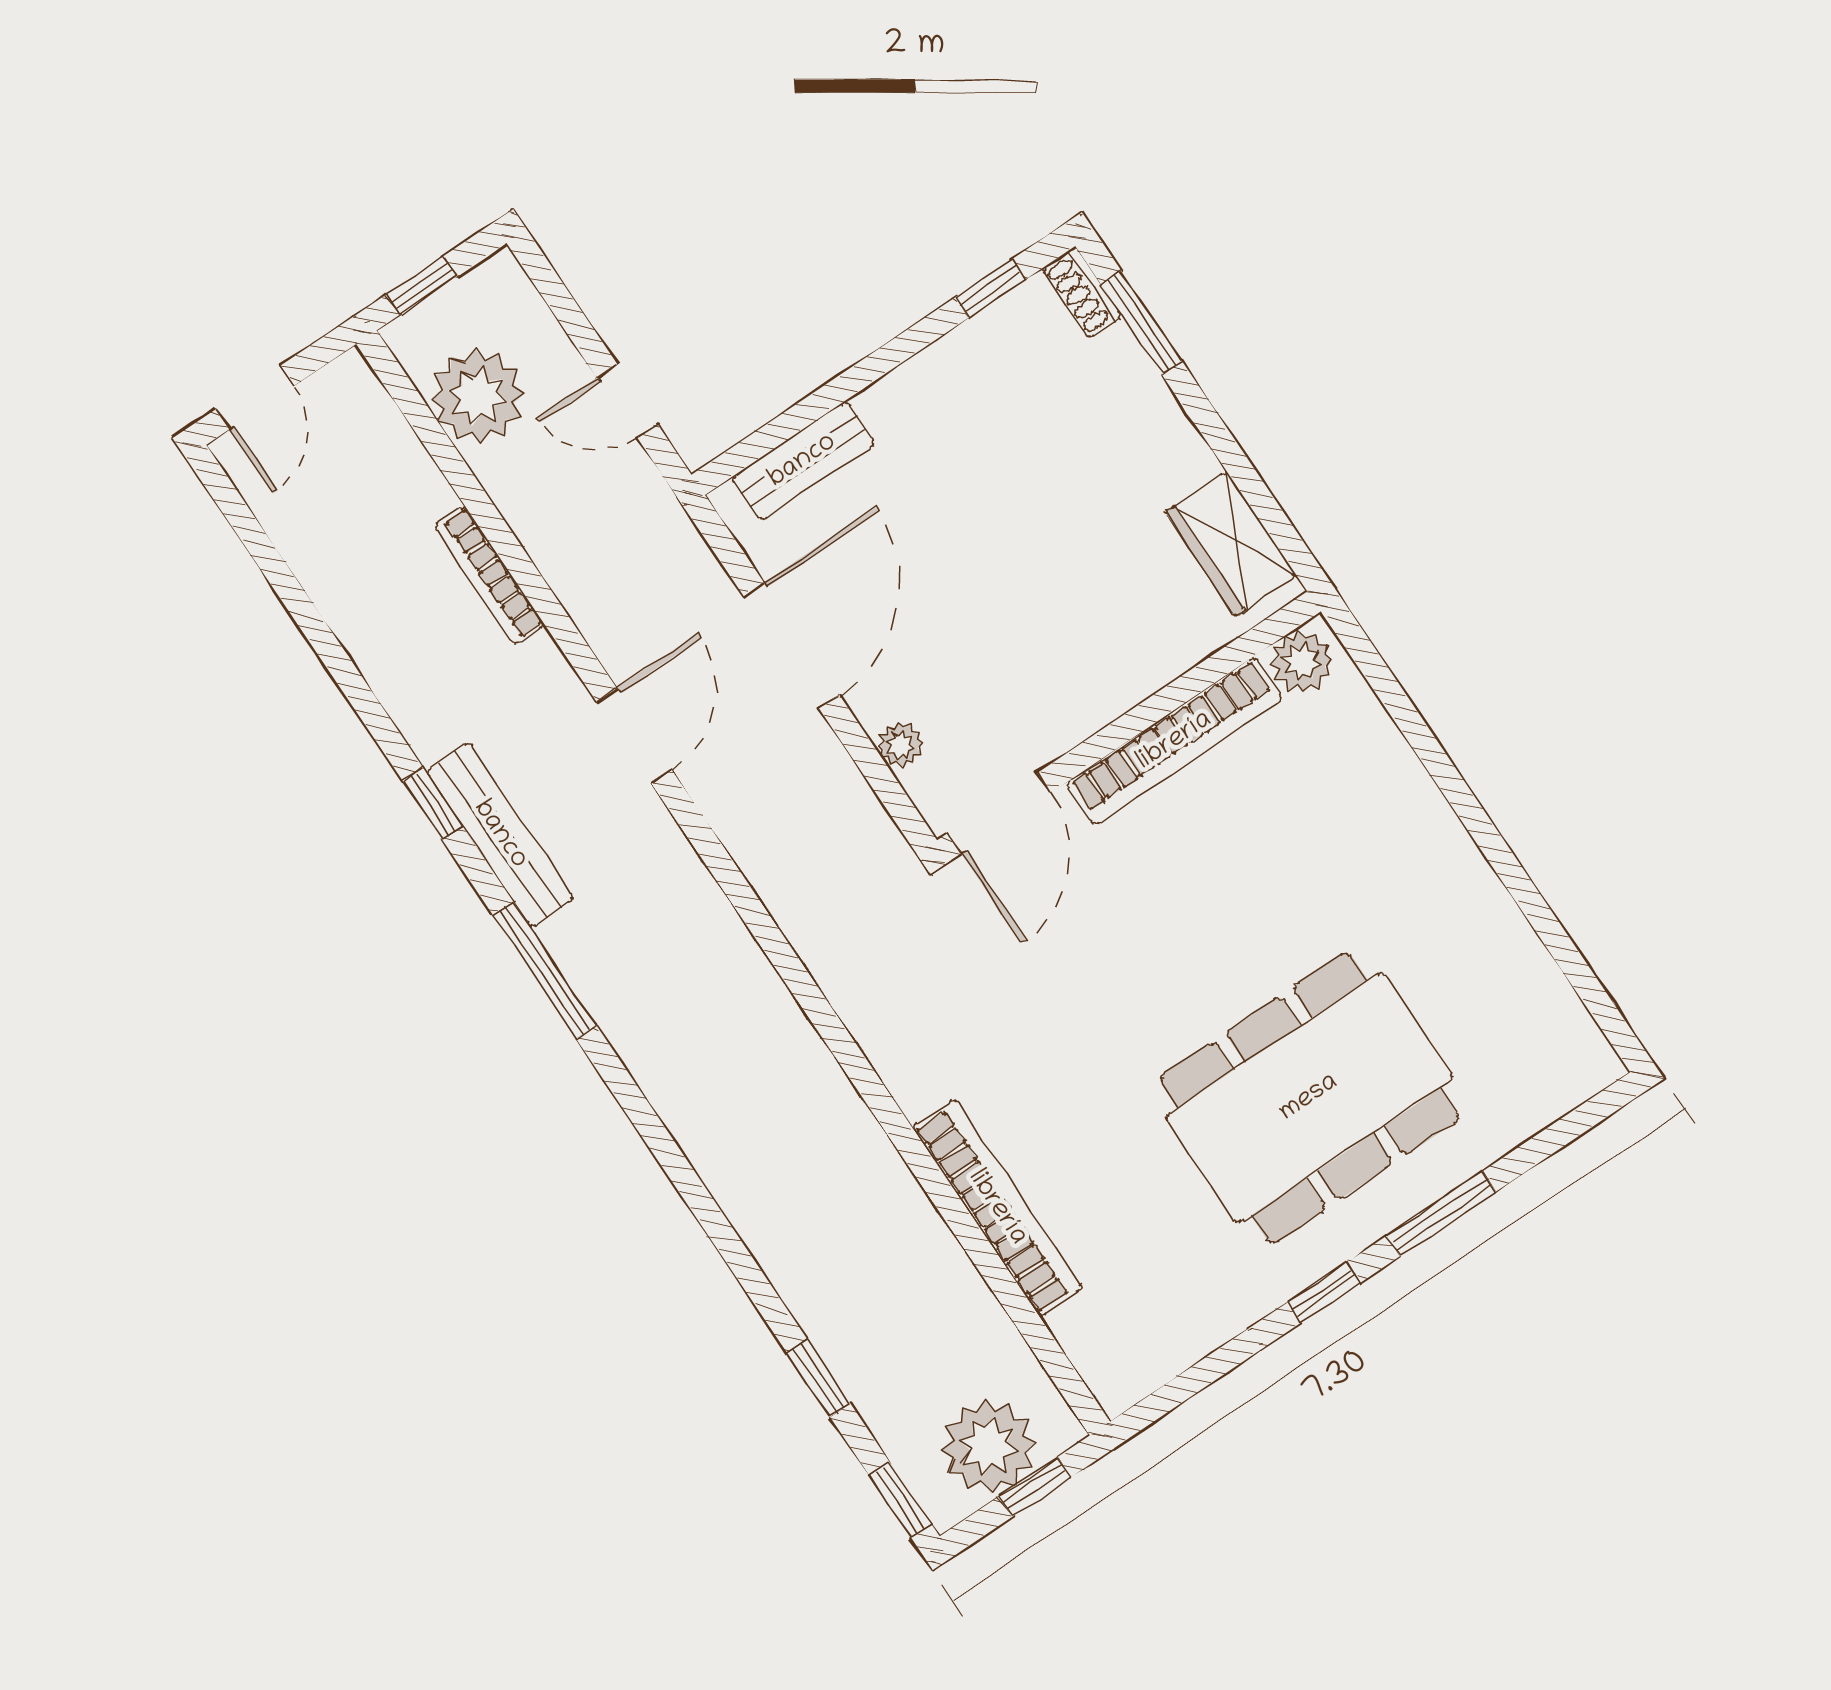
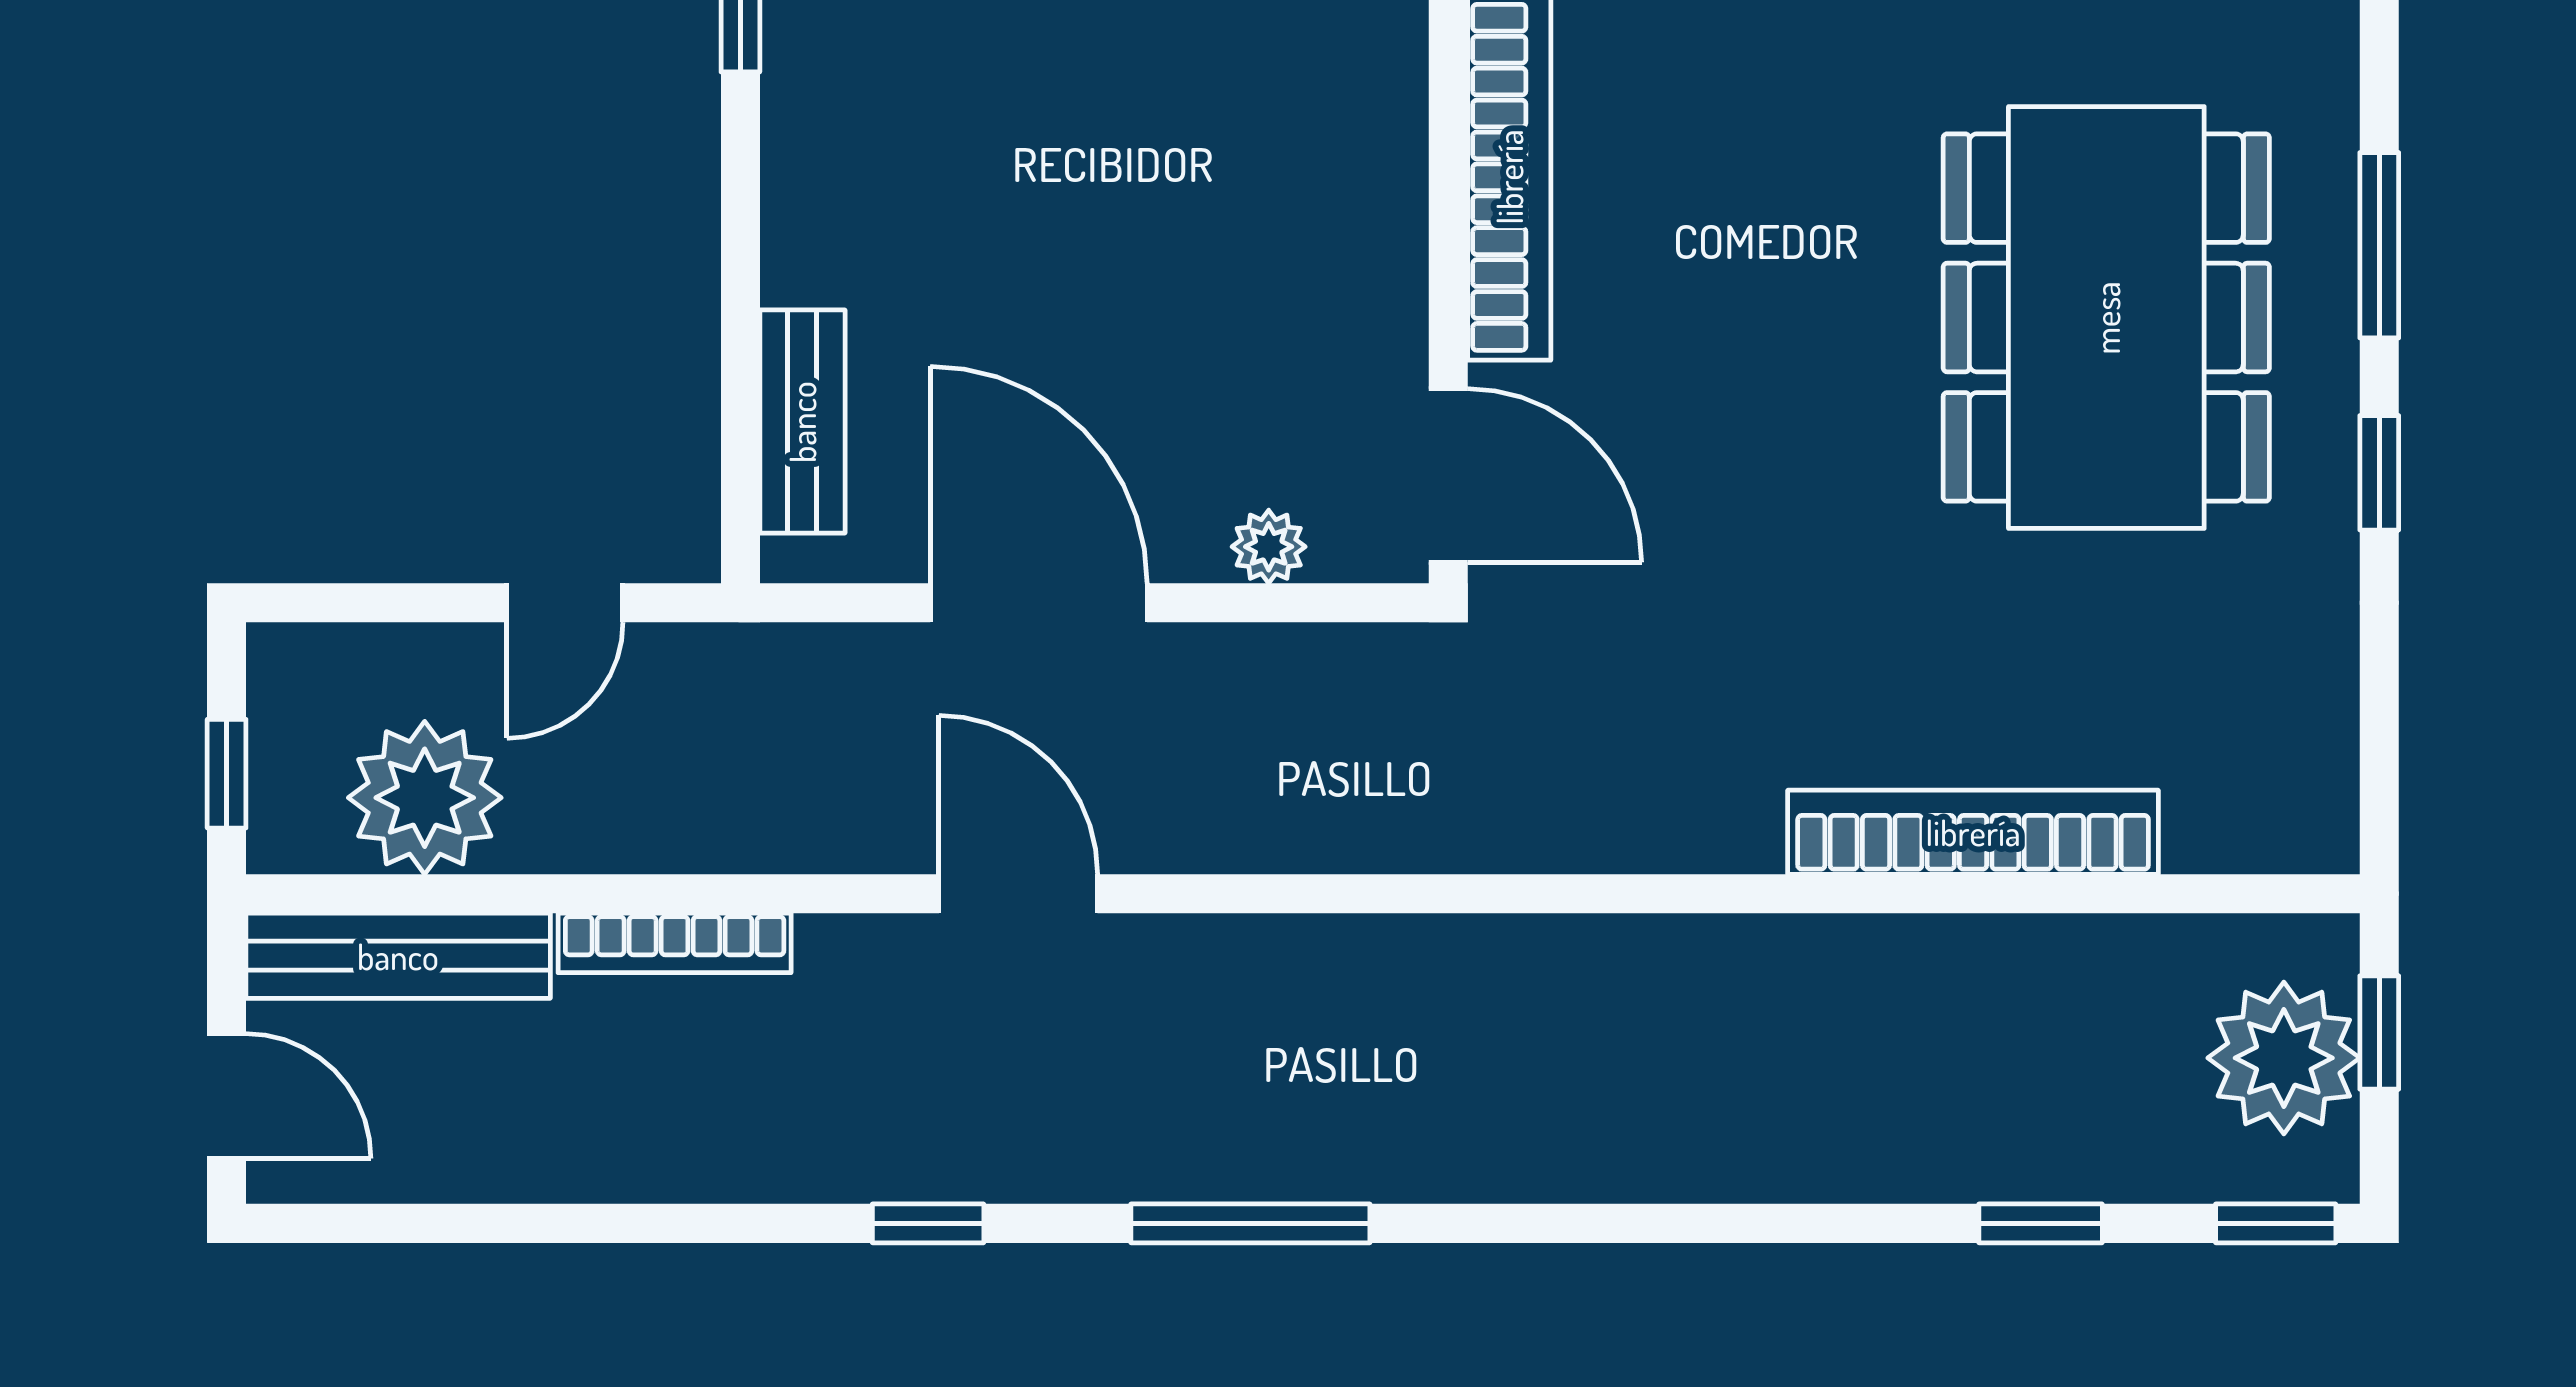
bench: (500, 835) -> (398, 956), moved

